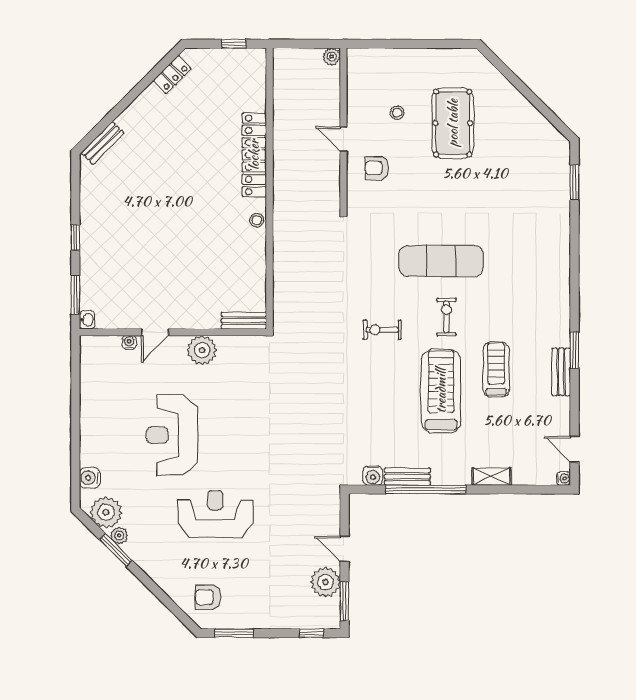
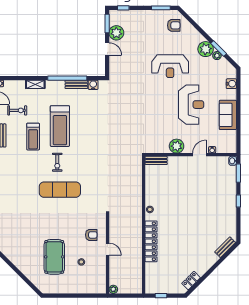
exercise bike: (382, 330) -> (17, 110), moved
sofa: (97, 414) -> (228, 115), added
plant: (106, 512) -> (206, 49), moved

